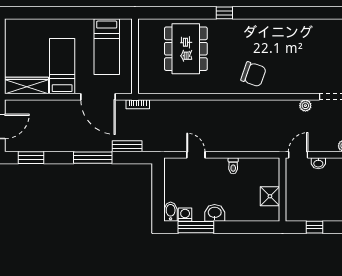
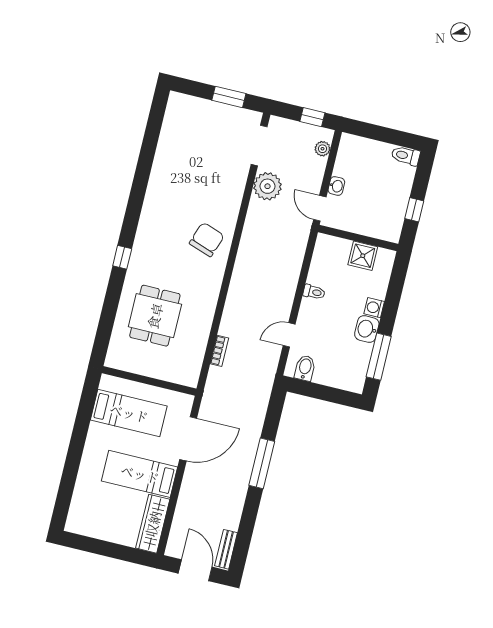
dining table: (186, 49) -> (155, 316), width x0.73
bookcase: (138, 104) -> (219, 351), moved
plant: (305, 106) -> (268, 186), width x1.88, depth x1.88
bench: (127, 146) -> (226, 549), moved
window: (31, 158) -> (243, 540), removed
bidet: (171, 212) -> (305, 368), moved, turned 90
washing machine: (185, 215) -> (374, 308), moved

